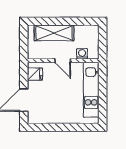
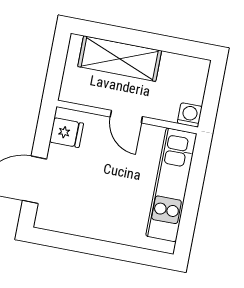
washing machine: (82, 54) -> (190, 115), moved

